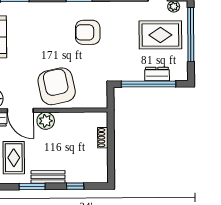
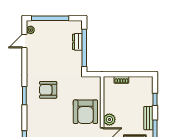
armchair: (88, 32) -> (48, 90), turned 90
rug: (160, 35) -> (50, 39), removed
armchair: (57, 86) -> (85, 112), turned -78

